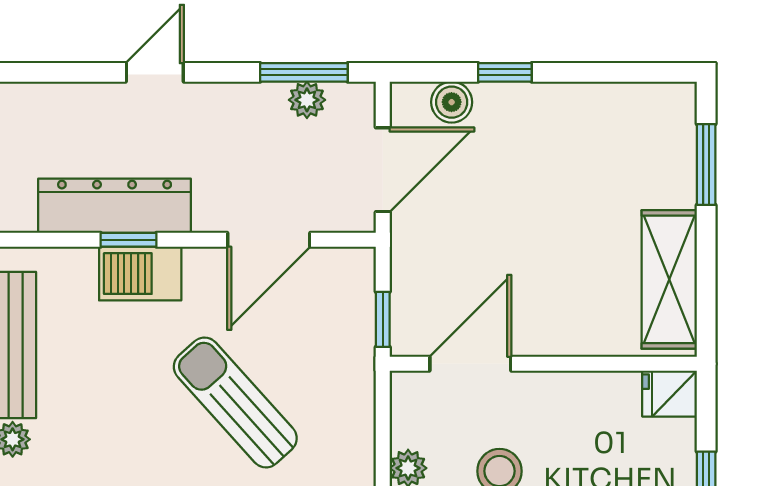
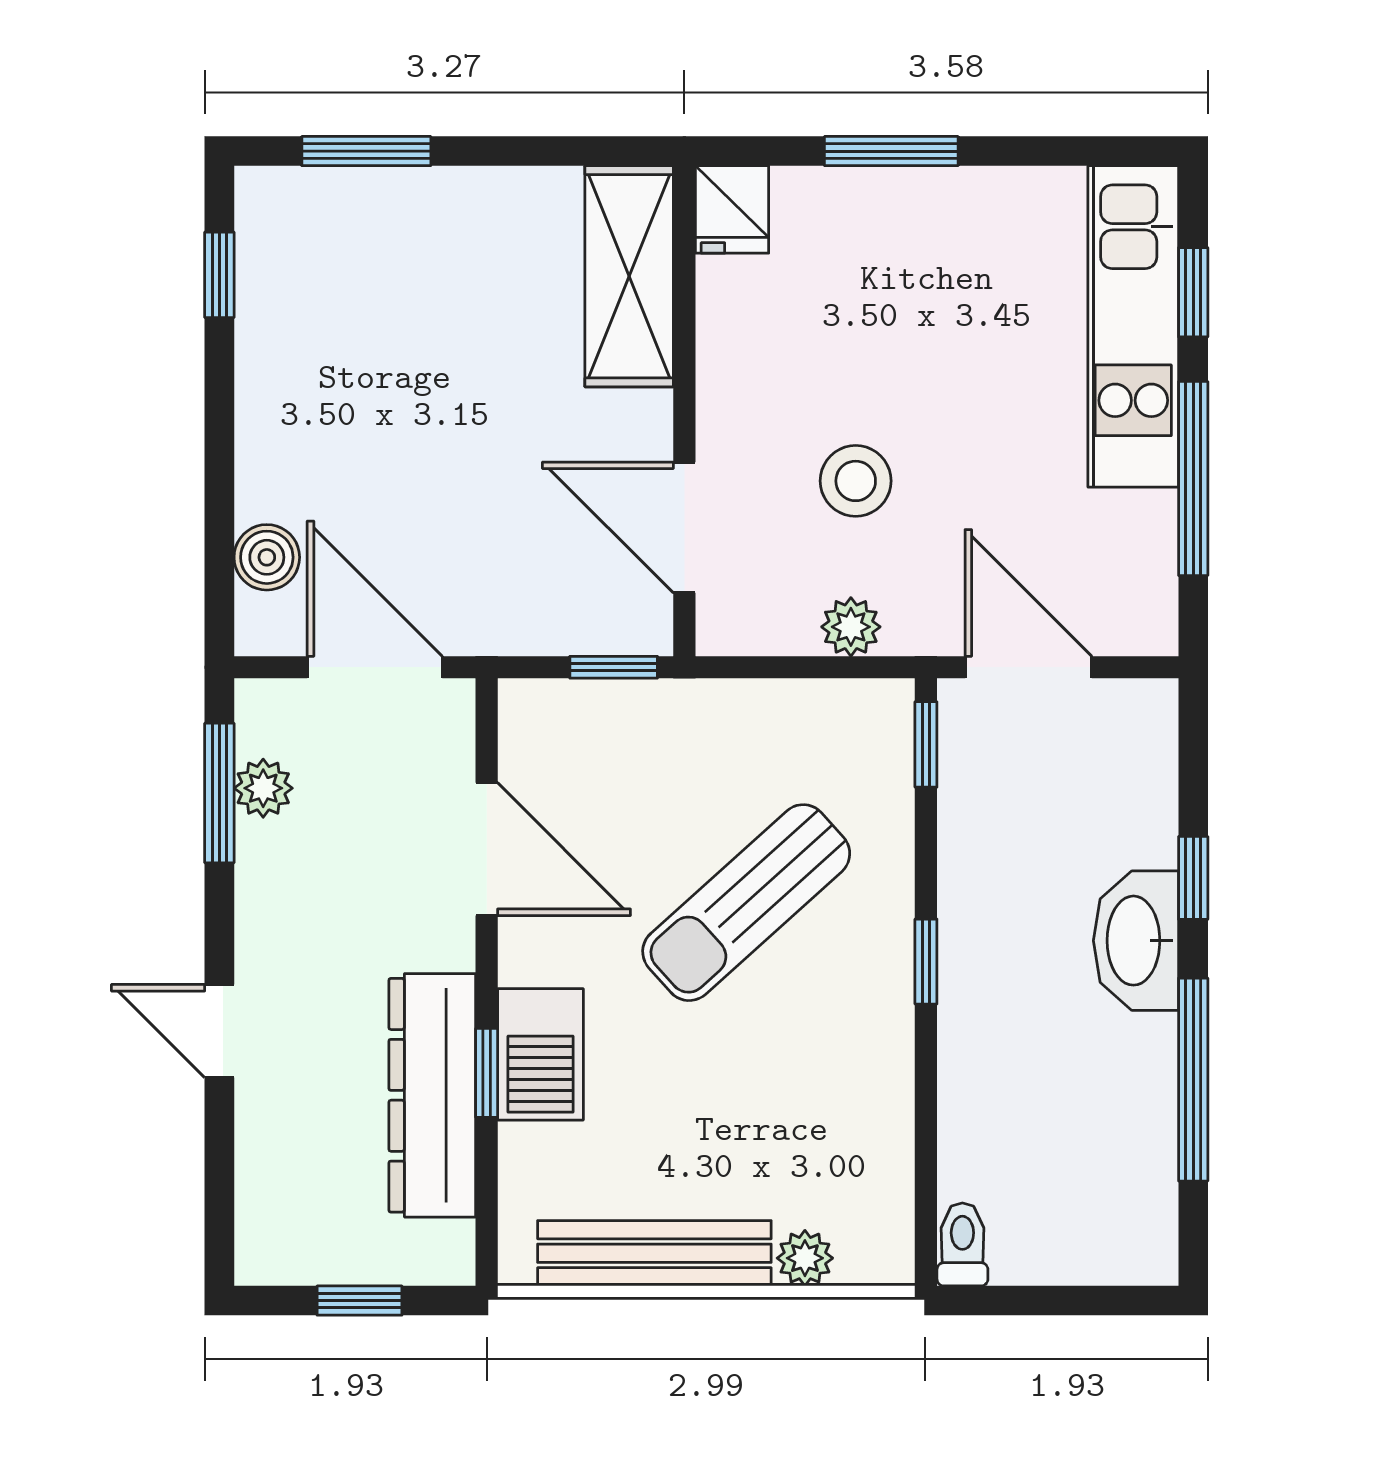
window: (505, 72) -> (219, 275), moved
shelving: (669, 279) -> (629, 276), moved, turned 90

